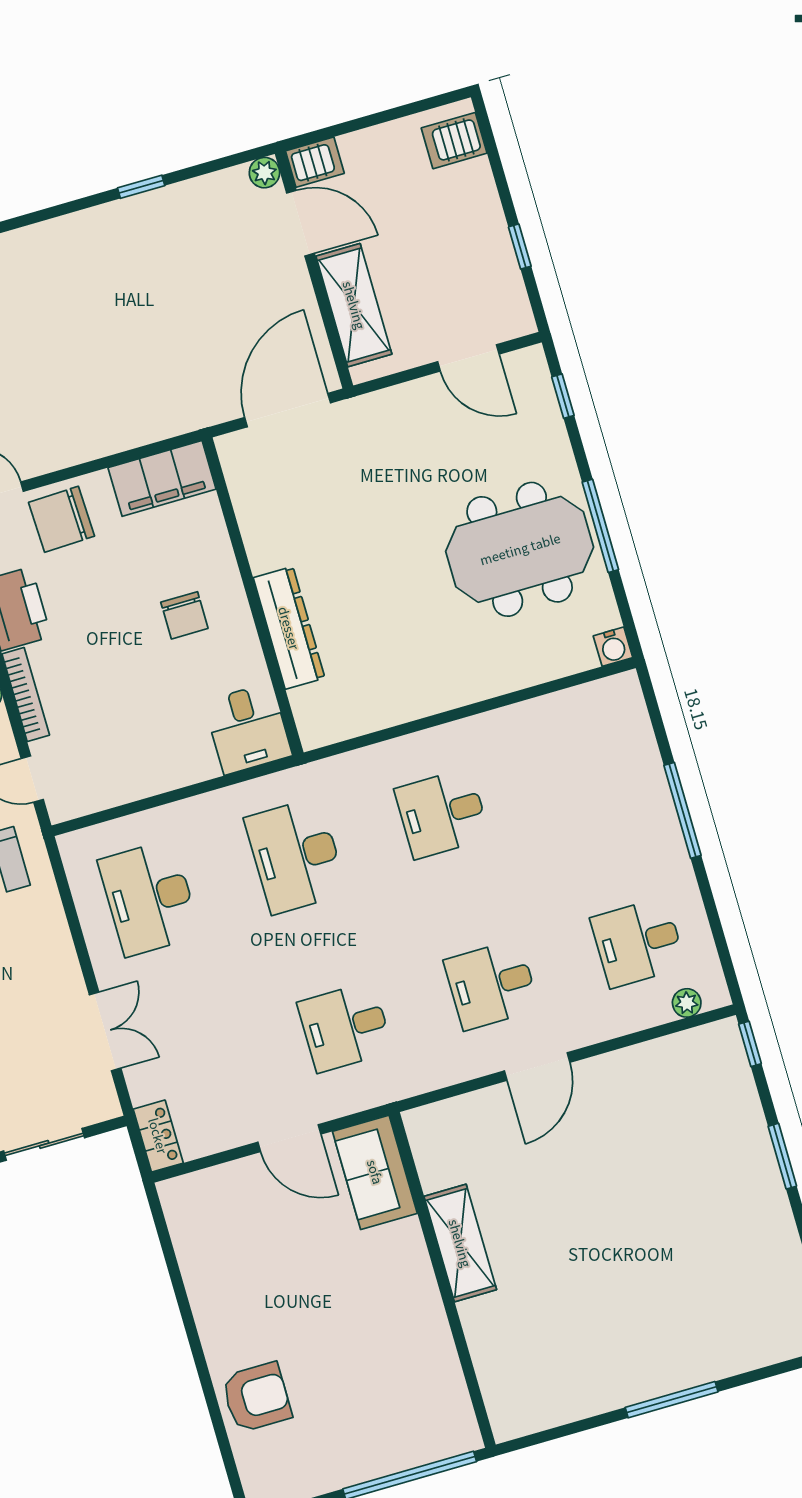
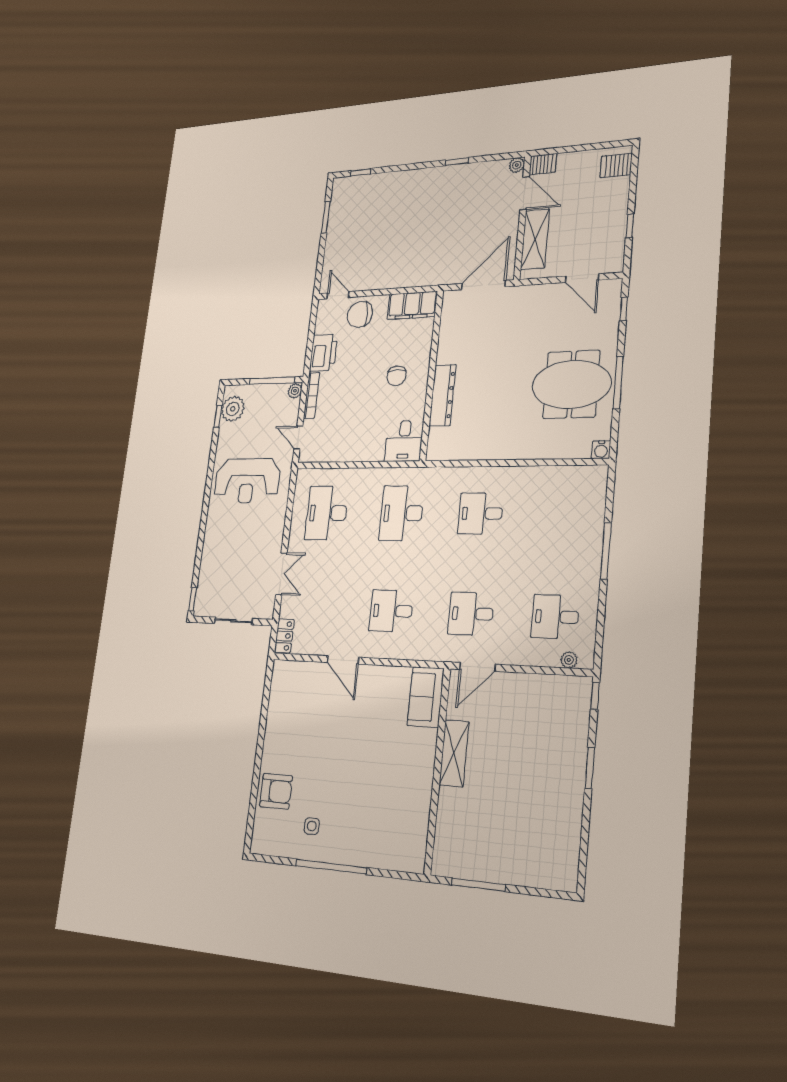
sofa: (375, 1172) -> (426, 697), moved
shelving: (460, 1243) -> (454, 753), moved
wall: (442, 1280) -> (437, 770), moved
side table: (347, 1427) -> (312, 826), added

